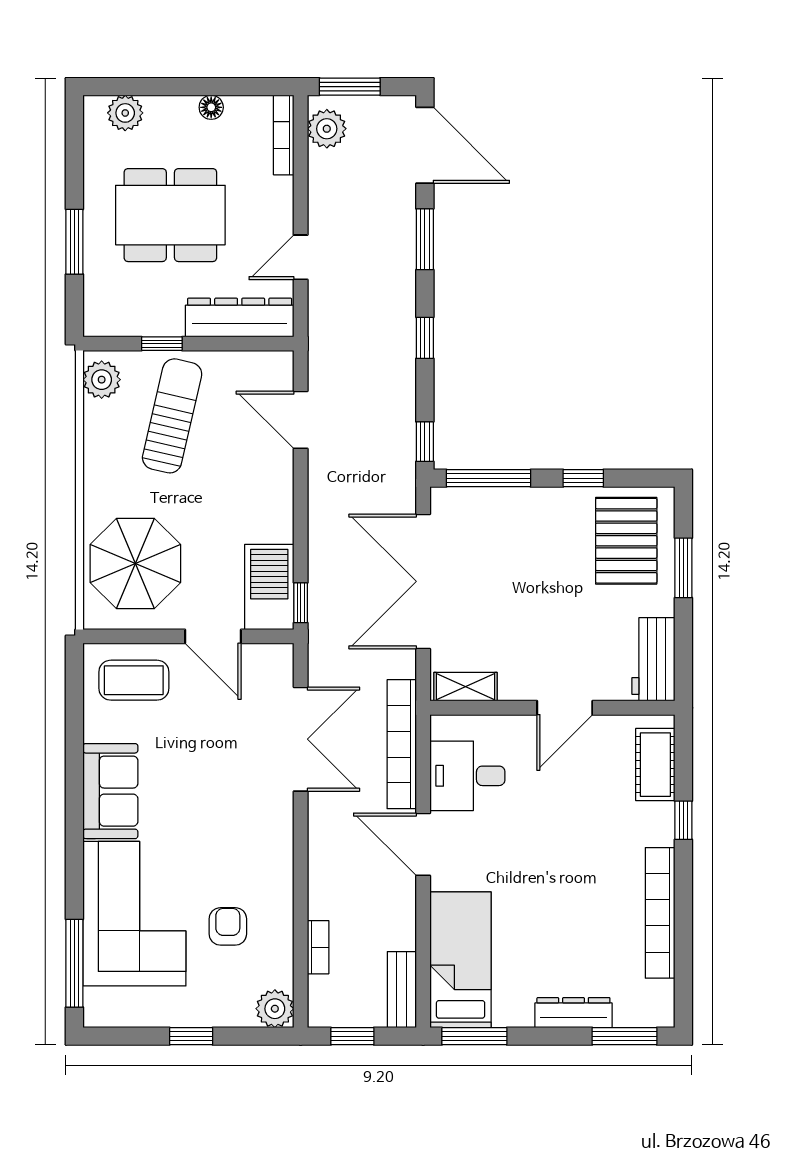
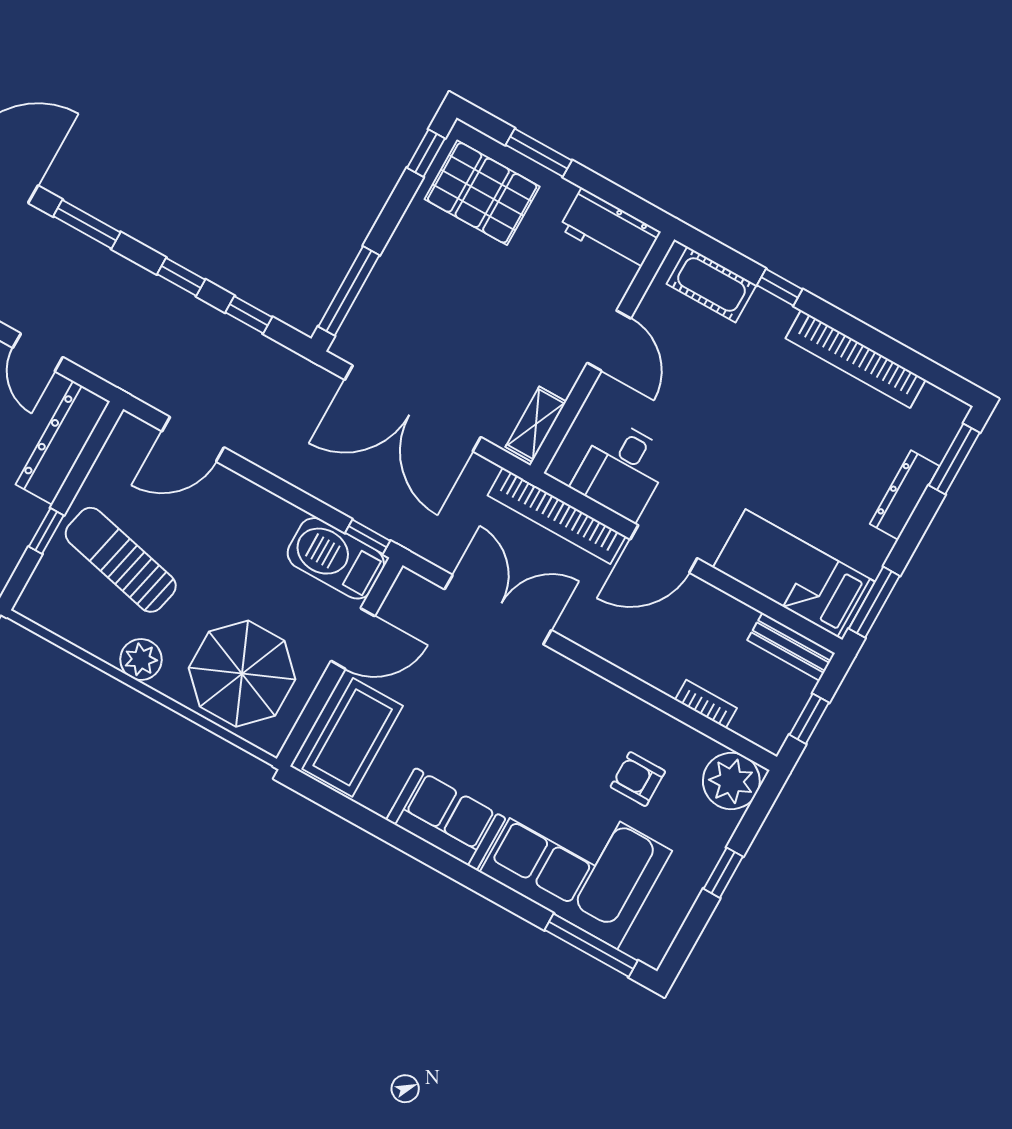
plant: (102, 380) -> (141, 659), moved
window: (425, 442) -> (249, 315), moved
window: (583, 478) -> (426, 153), moved
coffee table: (134, 680) -> (353, 737), width x1.36, depth x1.32
plant: (275, 1009) -> (731, 781), width x1.36, depth x1.36

